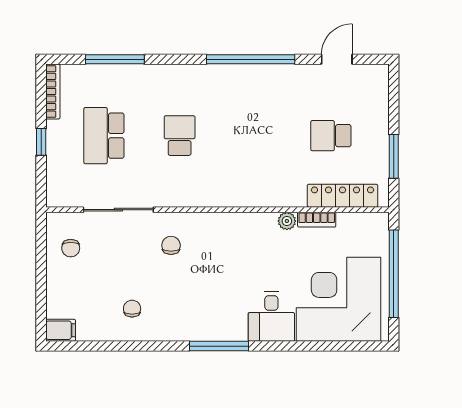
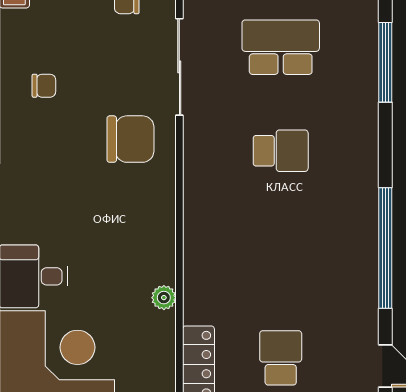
bookcase: (317, 220) -> (166, 338), removed
chair: (171, 245) -> (130, 139), width x1.87, depth x1.87

